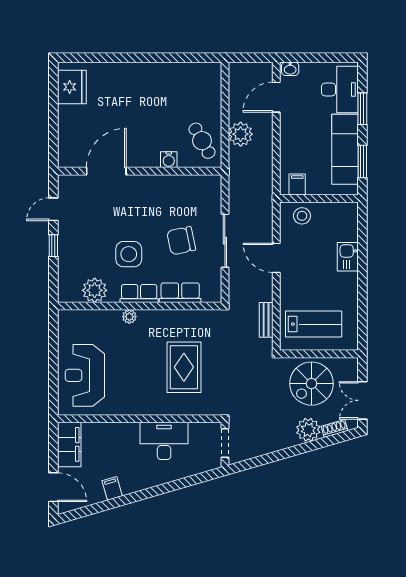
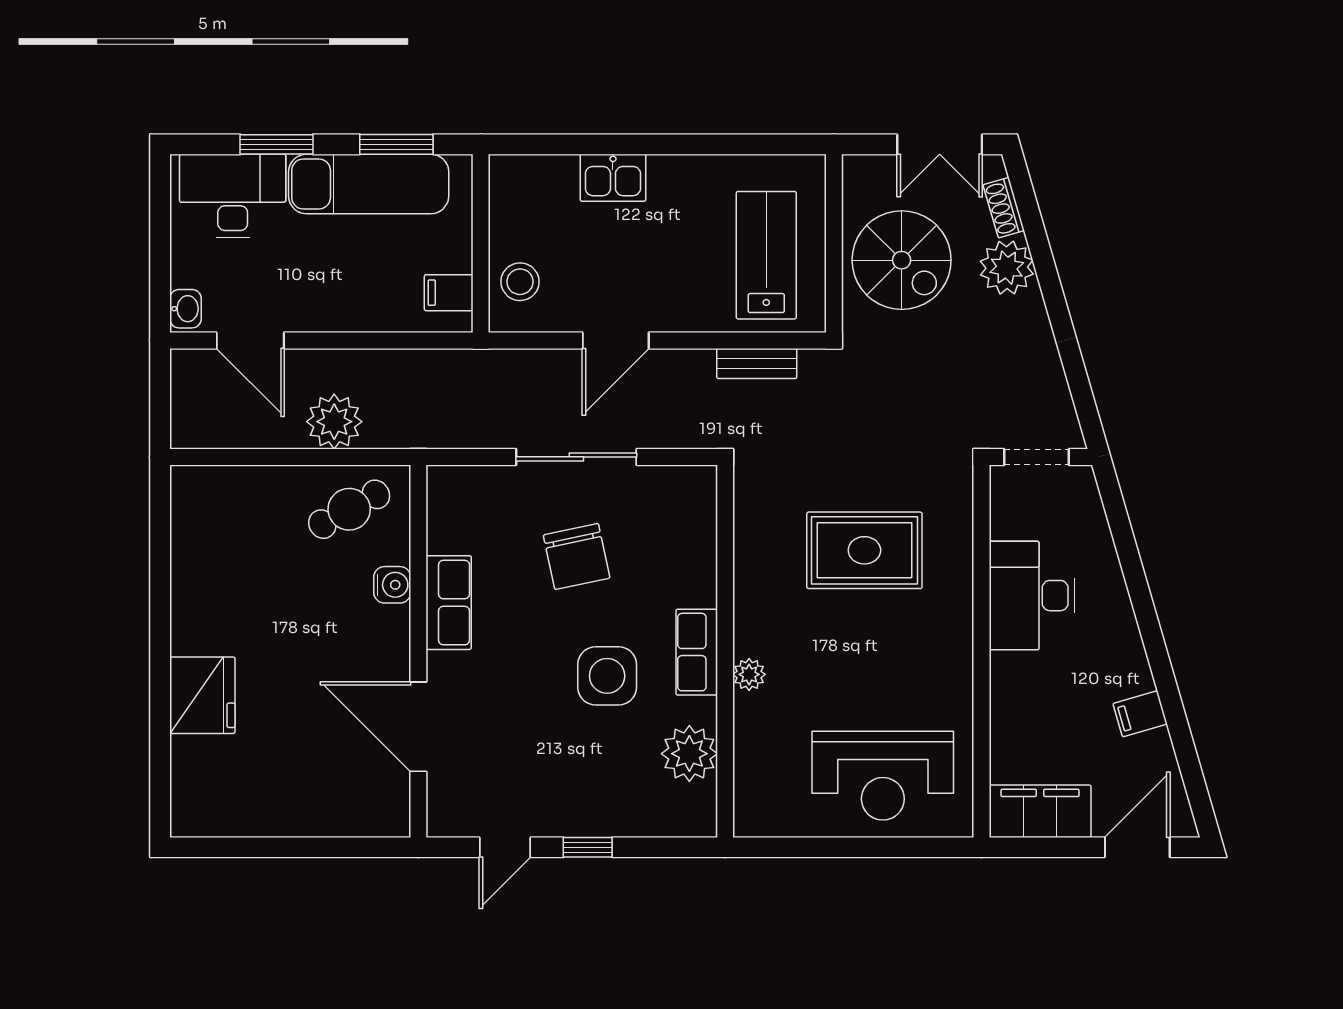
fridge: (72, 87) -> (202, 695), moved, turned 90
door: (53, 209) -> (505, 847), hinge flipped
row of seats: (180, 293) -> (449, 603), moved, turned 180

